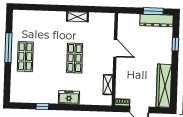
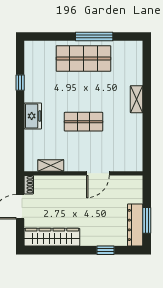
shelving: (77, 17) -> (137, 99), moved
shop shelf: (25, 56) -> (83, 58), width x1.43, depth x1.36

